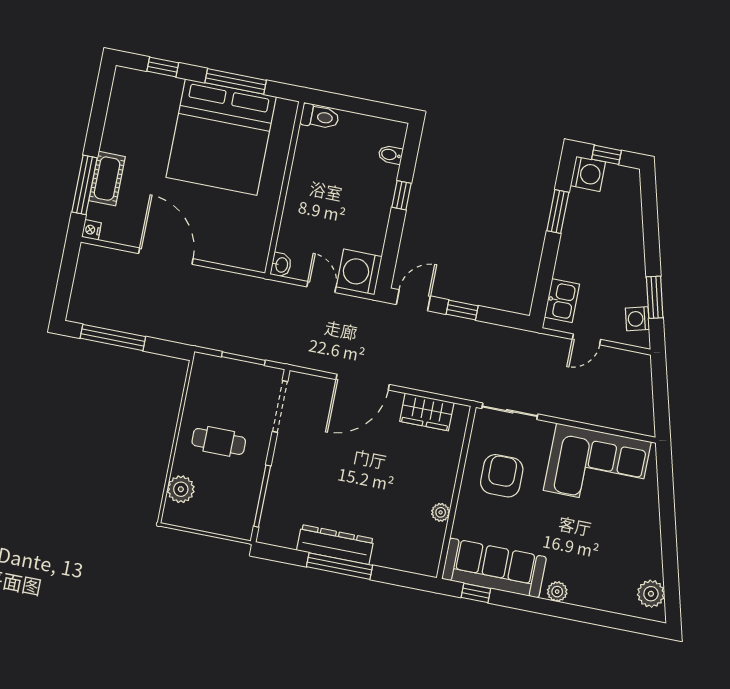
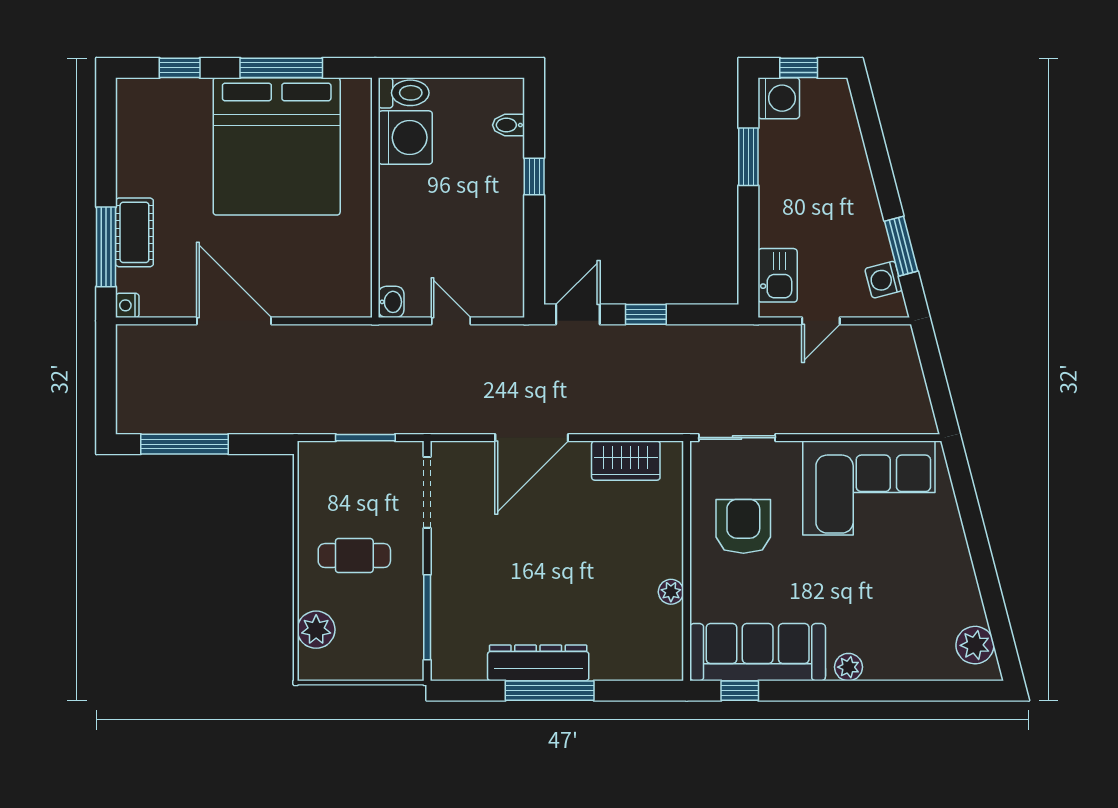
washing machine: (359, 272) -> (405, 138), moved, turned 180

